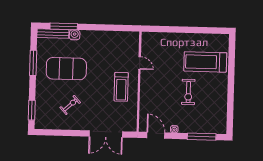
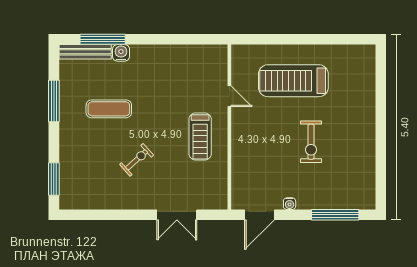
treadmill: (205, 62) -> (293, 81), moved
exercise mat: (66, 69) -> (109, 109), width x0.50, depth x0.69
exercise bike: (70, 105) -> (137, 160), moved
double door: (106, 134) -> (177, 215), width x0.73
door: (156, 135) -> (259, 215), swing flipped

